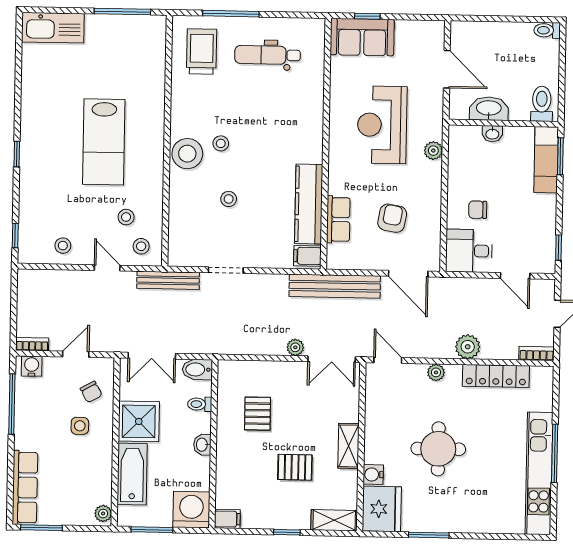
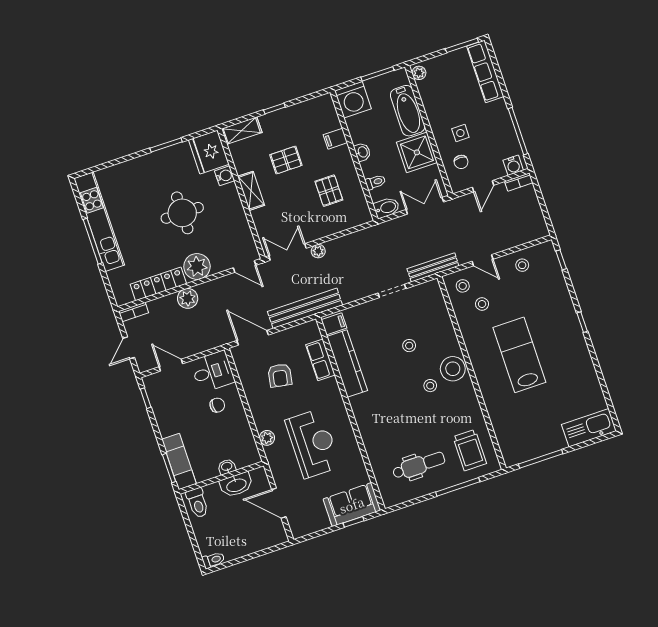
plant: (436, 372) -> (197, 266), width x1.87, depth x1.87
chair: (91, 392) -> (461, 162), turned -151
filing cabinet: (227, 519) -> (335, 139), moved

